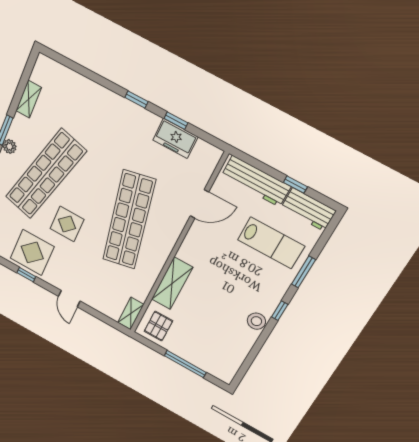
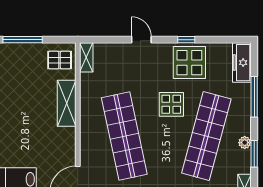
pallet: (158, 326) -> (60, 60), turned 90

